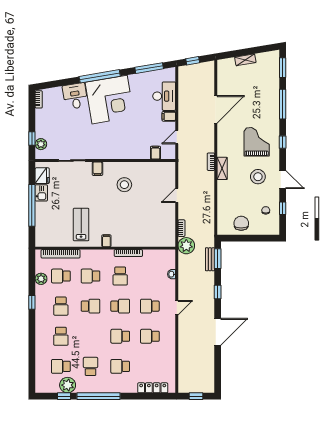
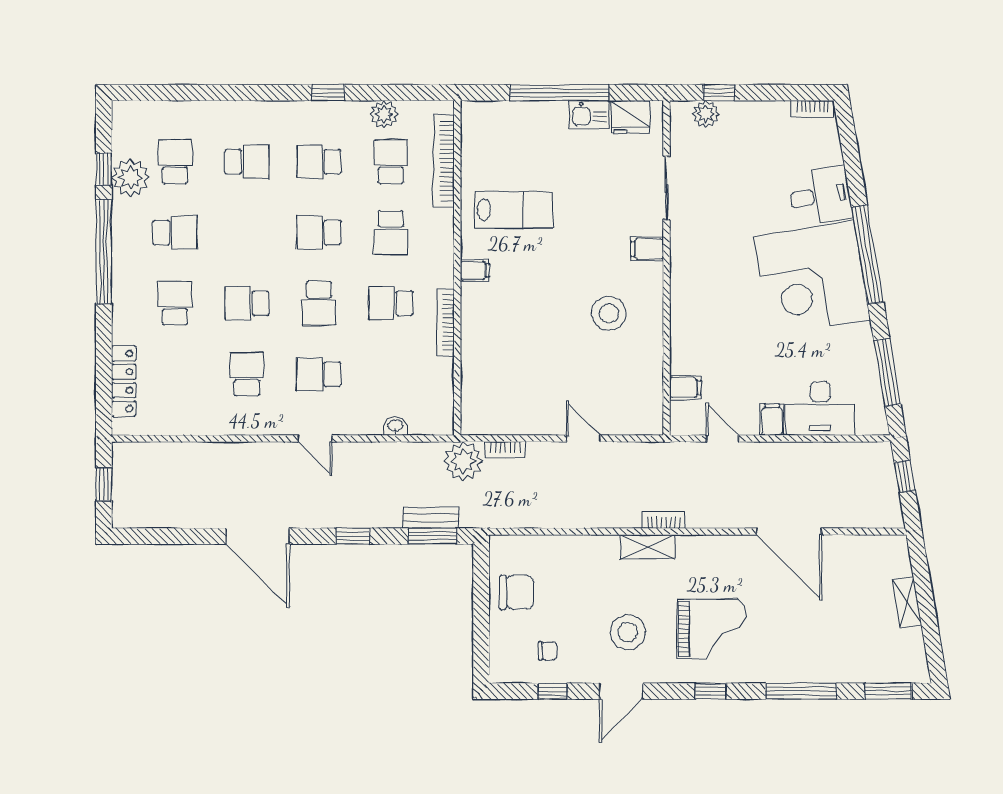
school desk: (91, 276) -> (391, 233), turned 180
school desk: (91, 306) -> (319, 233), turned 90
school desk: (150, 306) -> (319, 374), turned -90
school desk: (61, 336) -> (247, 162), turned 180
school desk: (120, 336) -> (247, 303), turned -90

